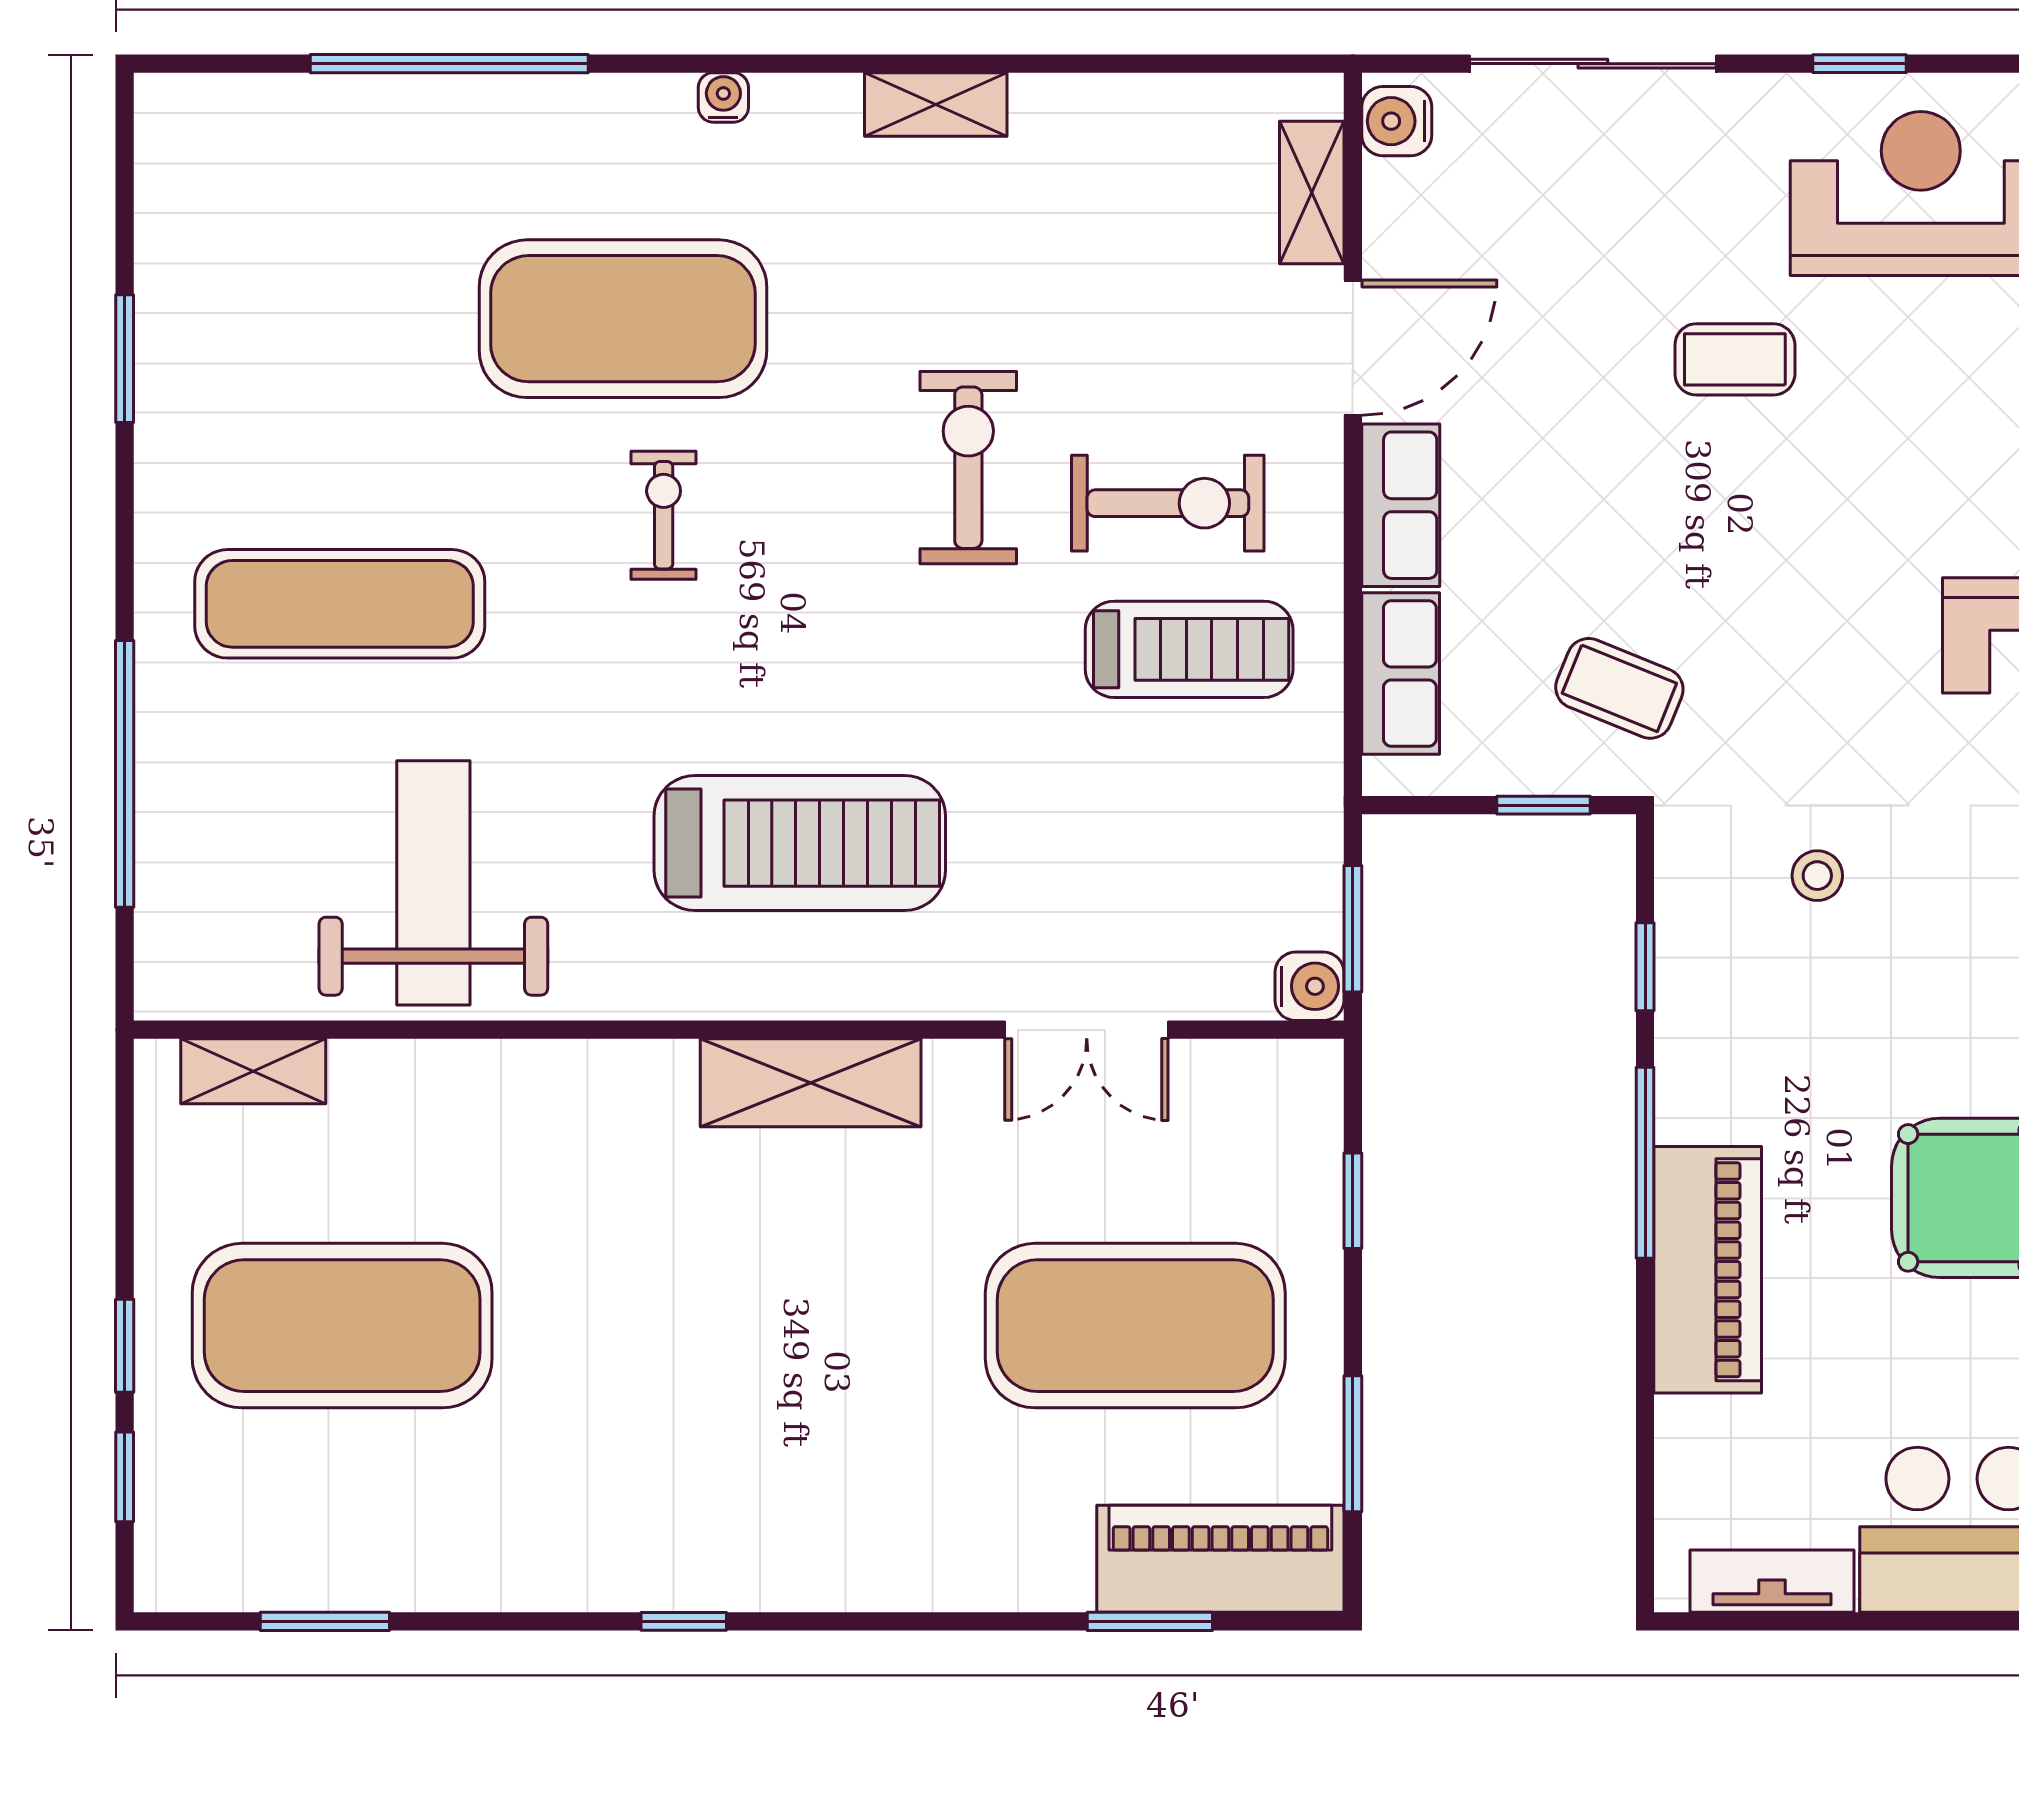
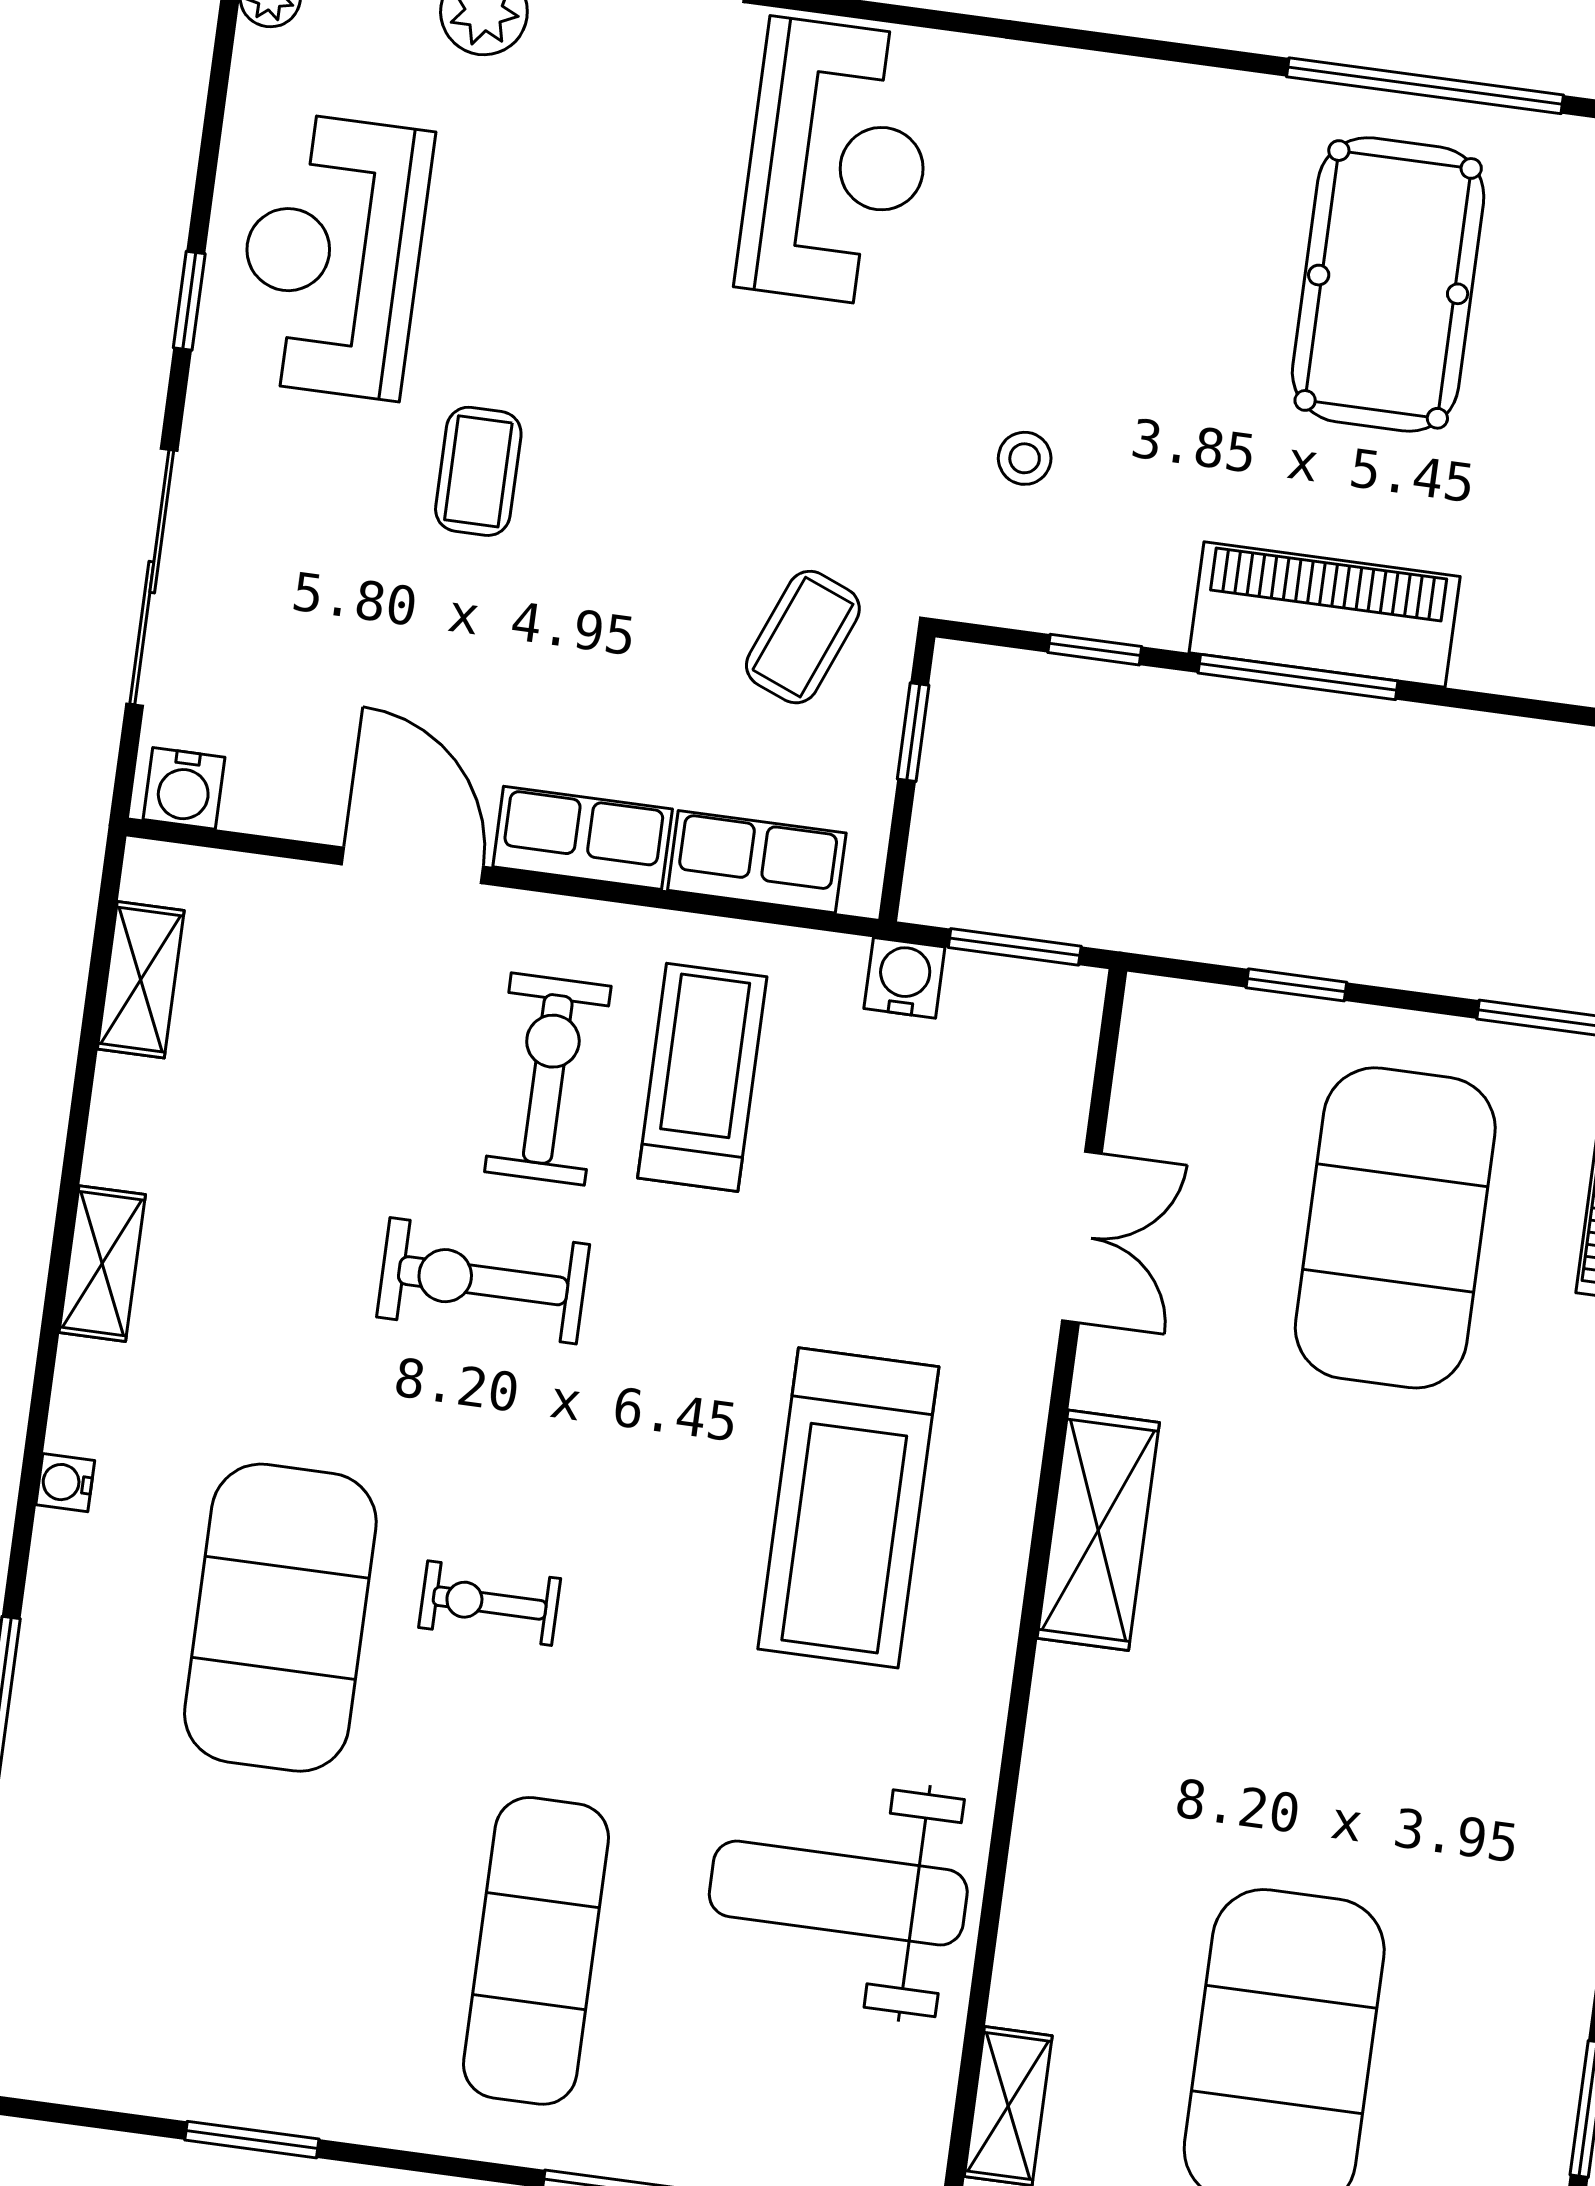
shelving: (1312, 193) -> (141, 980), moved, turned 90
treadmill: (800, 843) -> (848, 1508), turned 180
water cooler: (1309, 986) -> (904, 978), moved
piano: (1708, 1270) -> (1325, 615), moved

